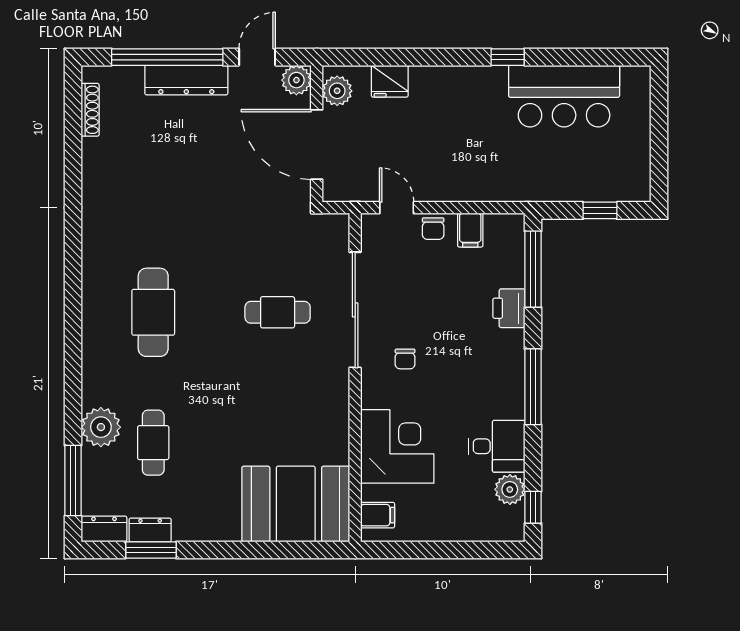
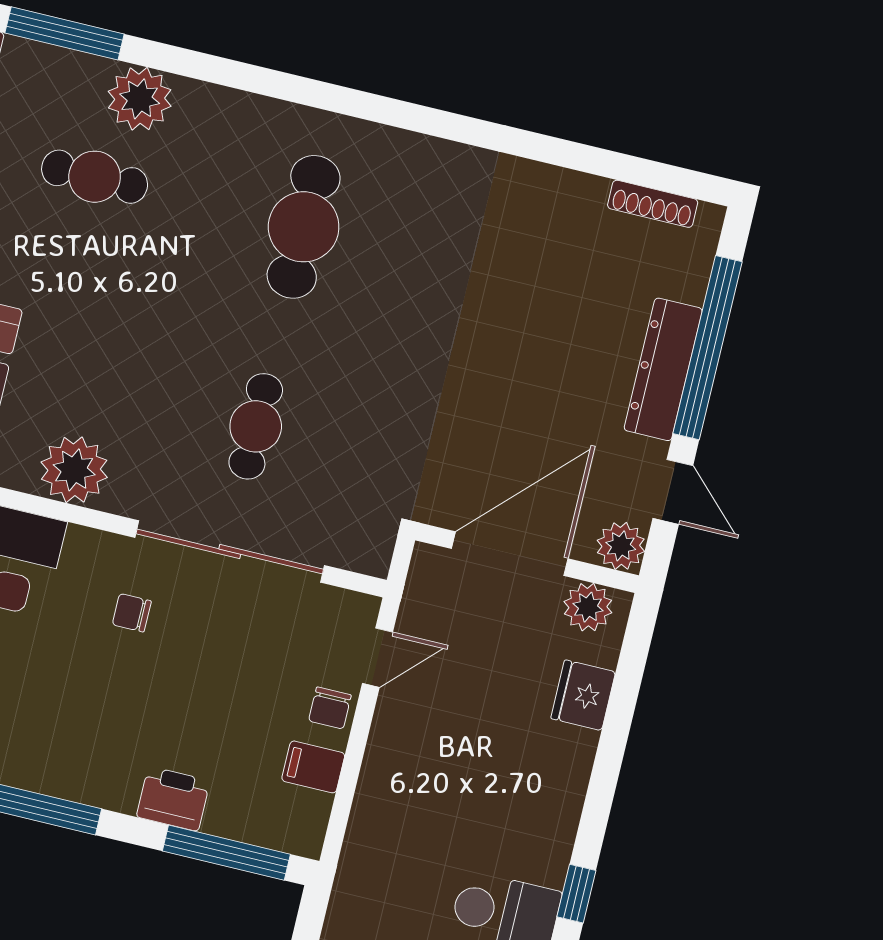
chair: (433, 229) -> (330, 708), turned -90
cafe table: (153, 312) -> (304, 227), turned 90
plant: (329, 413) -> (74, 470), added

